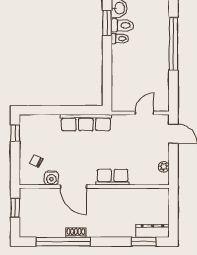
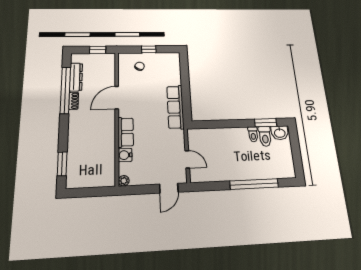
window: (15, 133) -> (149, 49), moved
plant: (164, 167) -> (124, 181), moved
water cooler: (51, 178) -> (125, 155), moved
dresser: (153, 231) -> (76, 77), moved

